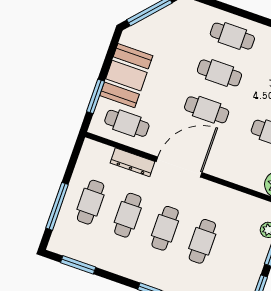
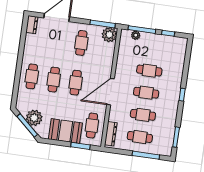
plant: (160, 26) -> (34, 118), added
dresser: (133, 162) -> (111, 134), moved
door: (179, 167) -> (111, 92), hinge flipped

